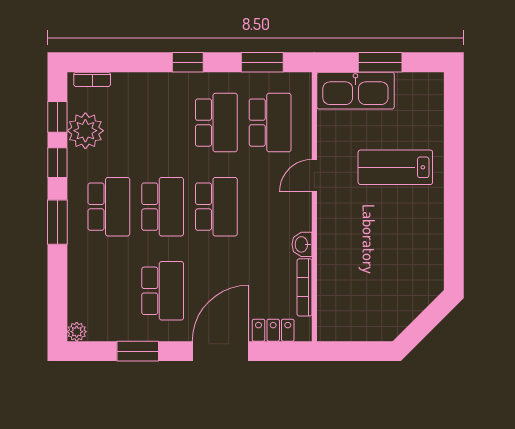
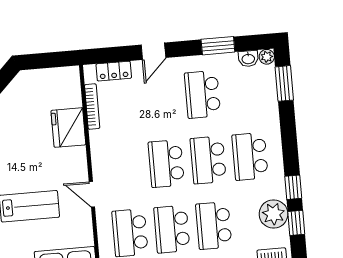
school desk: (163, 123) -> (214, 226), added
door: (314, 176) -> (92, 194), swing flipped
window: (57, 222) -> (284, 83), moved
washbasin: (302, 244) -> (248, 59), moved, turned 90
fridge: (337, 263) -> (68, 128), added
door: (220, 351) -> (153, 51), width x0.53

